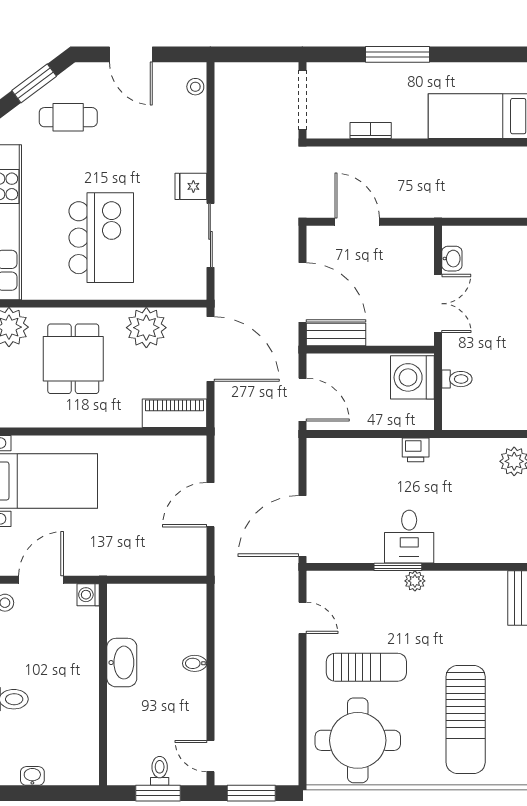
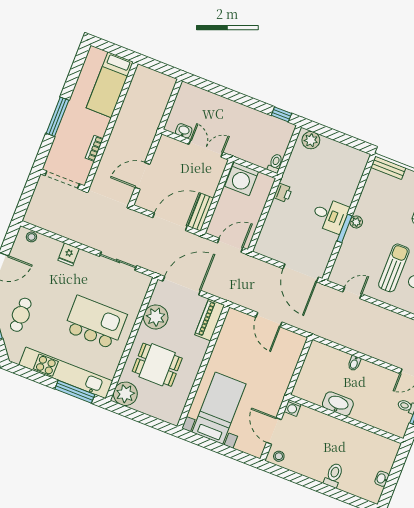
fridge: (191, 186) -> (69, 254), moved
toilet: (457, 379) -> (275, 163), moved

